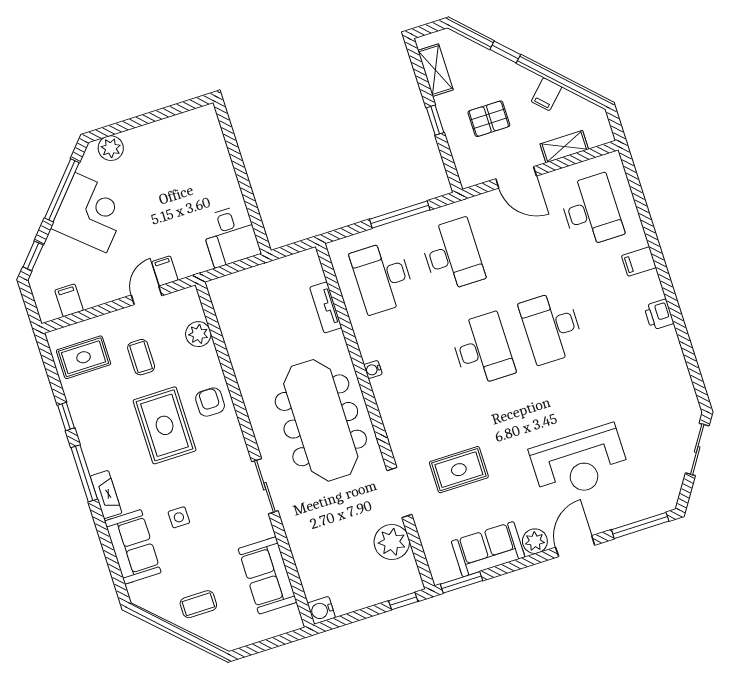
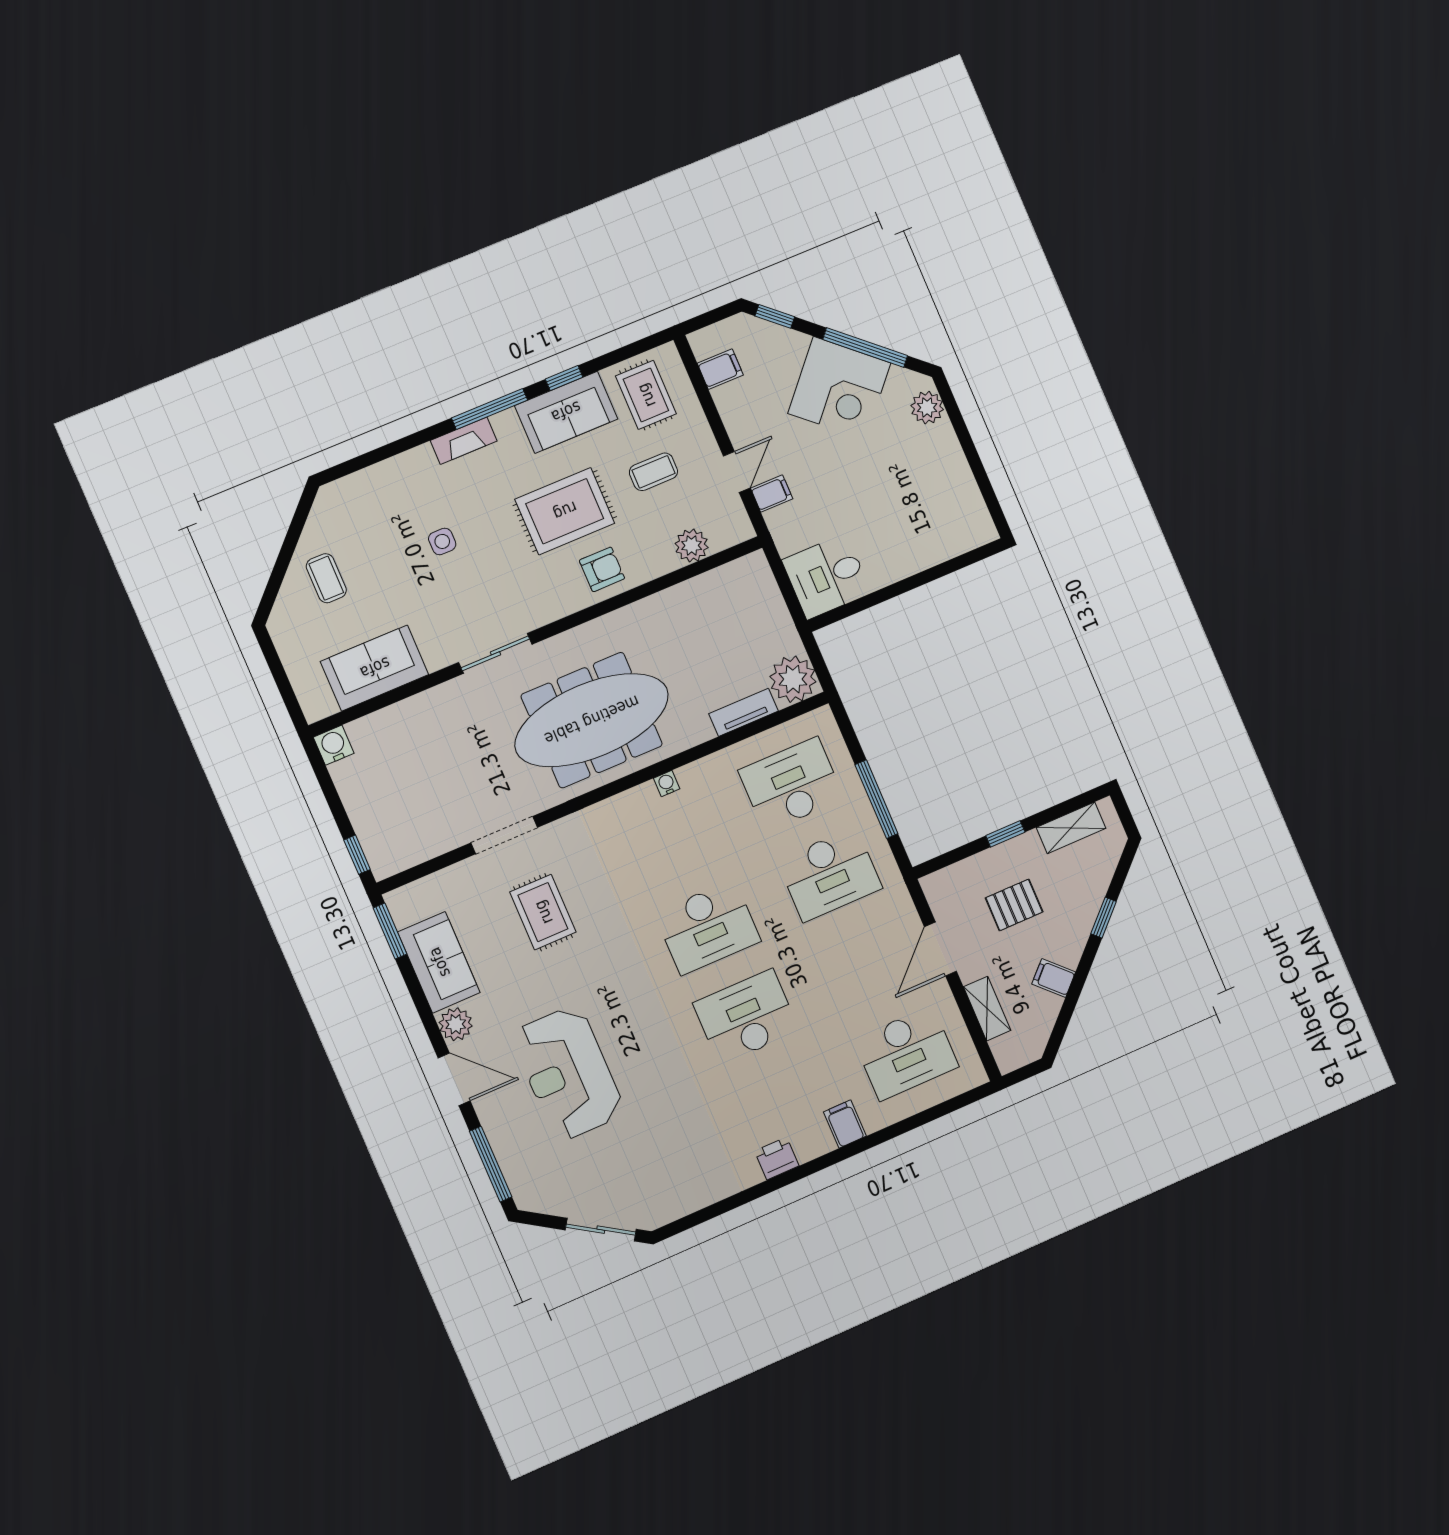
pallet: (489, 119) -> (1014, 905), turned 90
door: (147, 295) -> (737, 472), hinge flipped
plant: (392, 542) -> (793, 679), moved
sofa: (133, 547) -> (566, 412), moved

